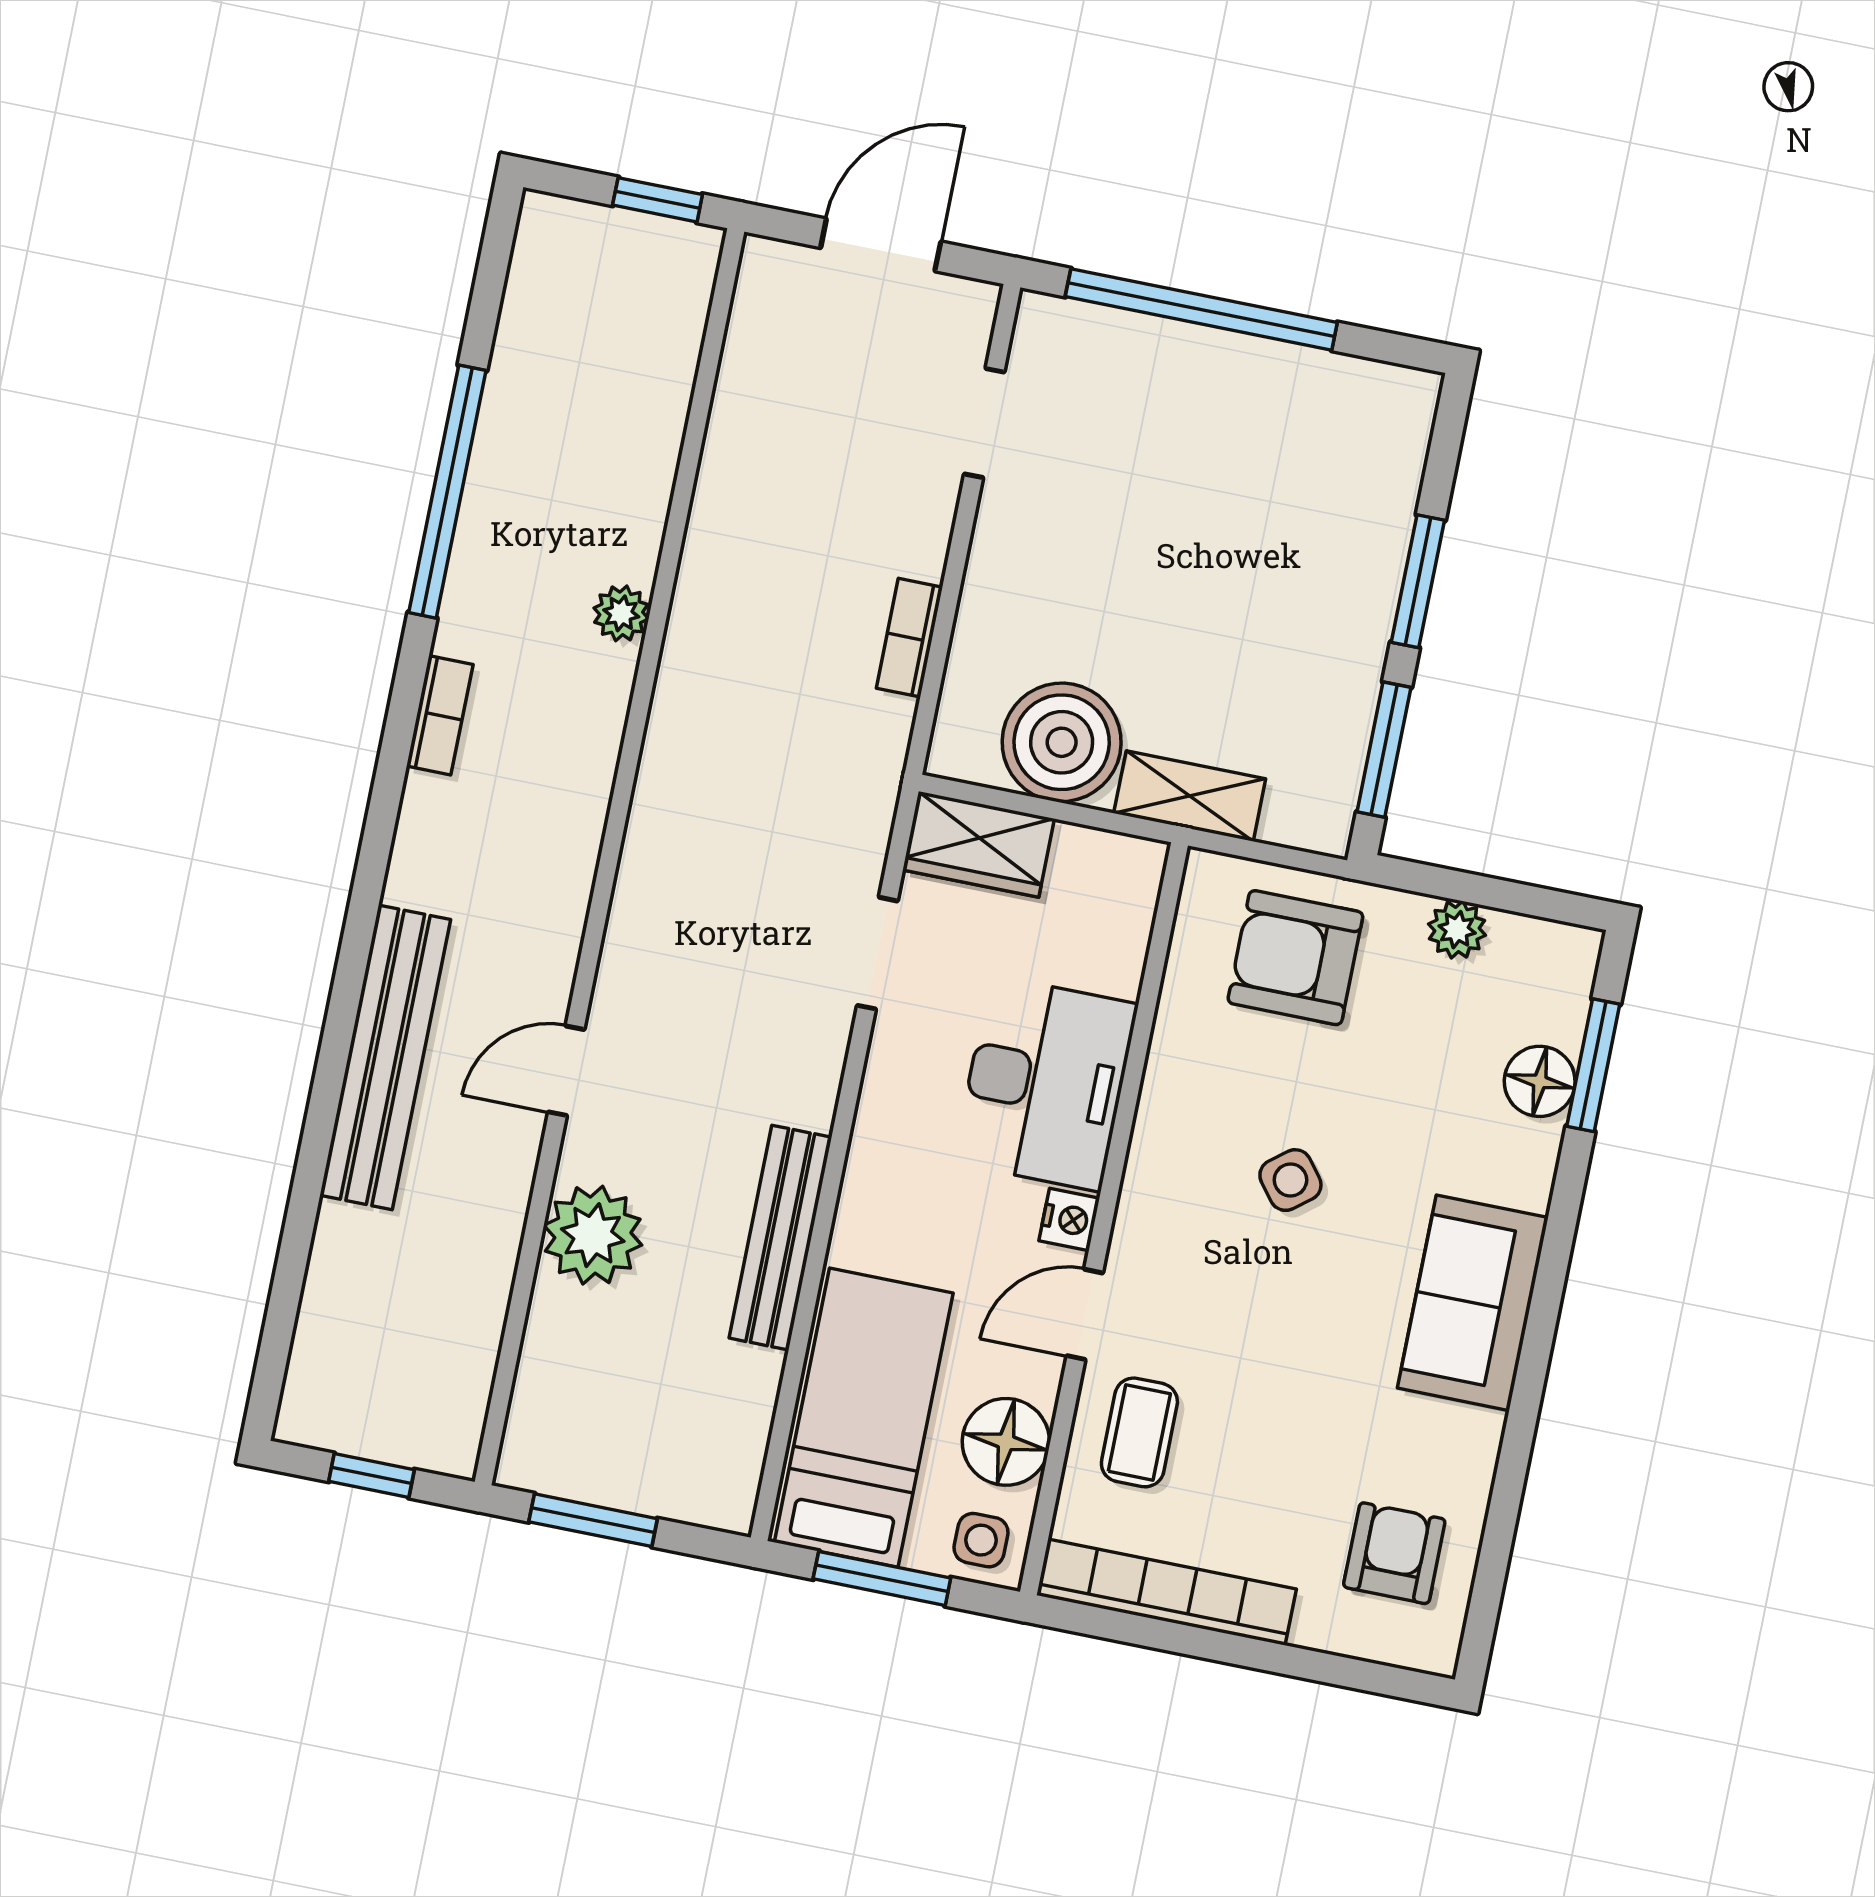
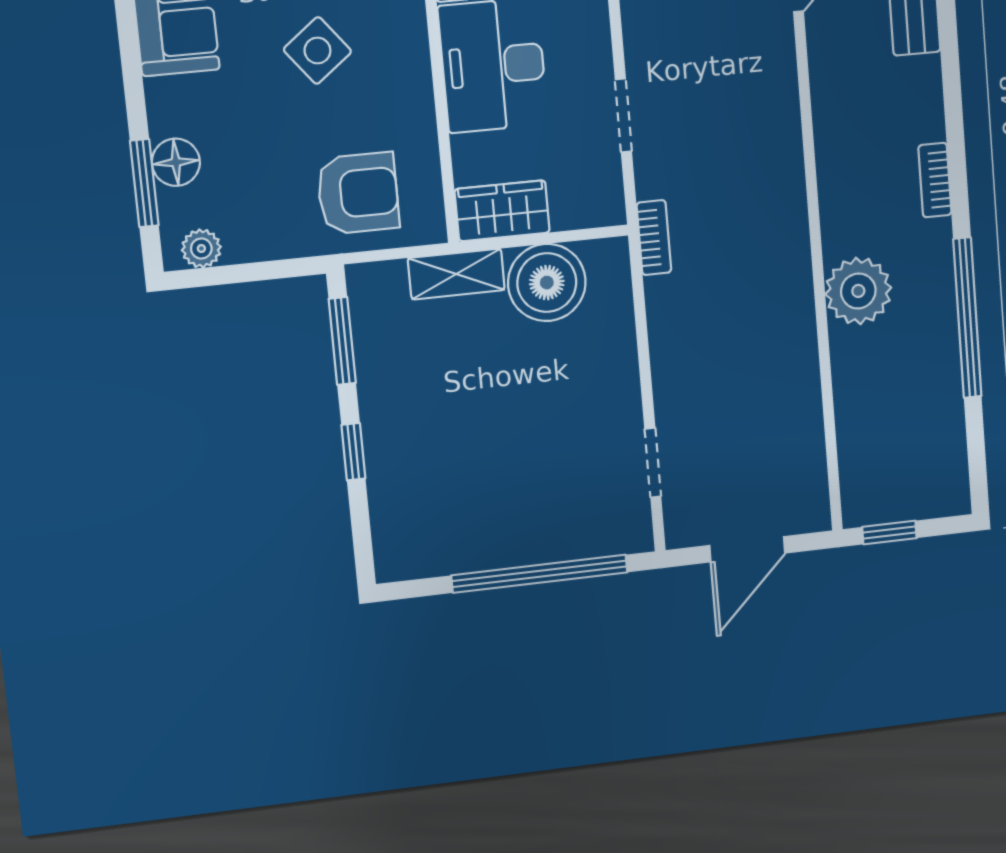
window: (1418, 581) -> (353, 452), width x0.67
plant: (621, 613) -> (858, 291), width x1.88, depth x1.88
bookcase: (909, 638) -> (654, 238), moved
wardrobe: (979, 844) -> (502, 211), moved
plant: (1457, 930) -> (201, 249), moved
side table: (1290, 1180) -> (317, 50), width x1.37, depth x1.37

